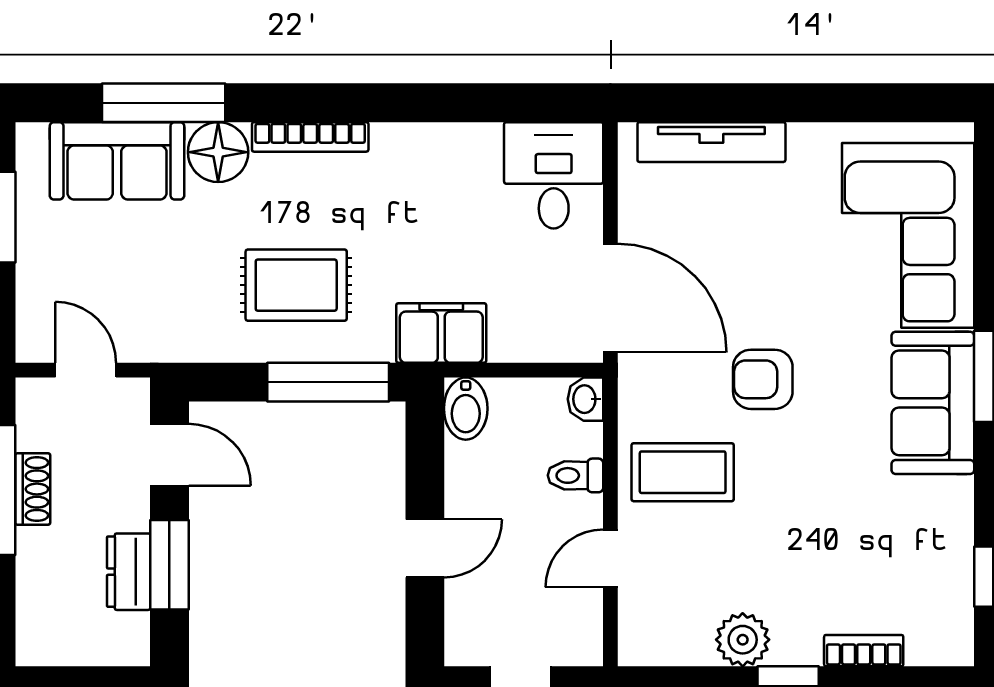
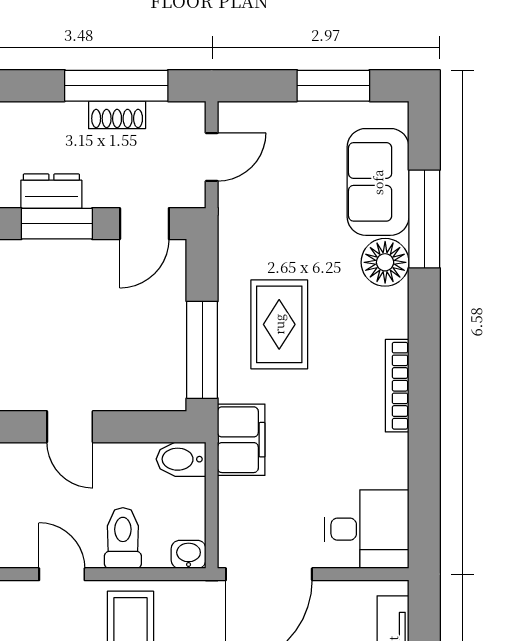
bookcase: (310, 137) -> (397, 386), moved
toilet: (575, 475) -> (123, 538), width x1.37, depth x1.39

